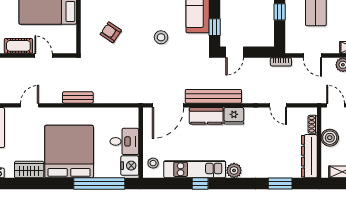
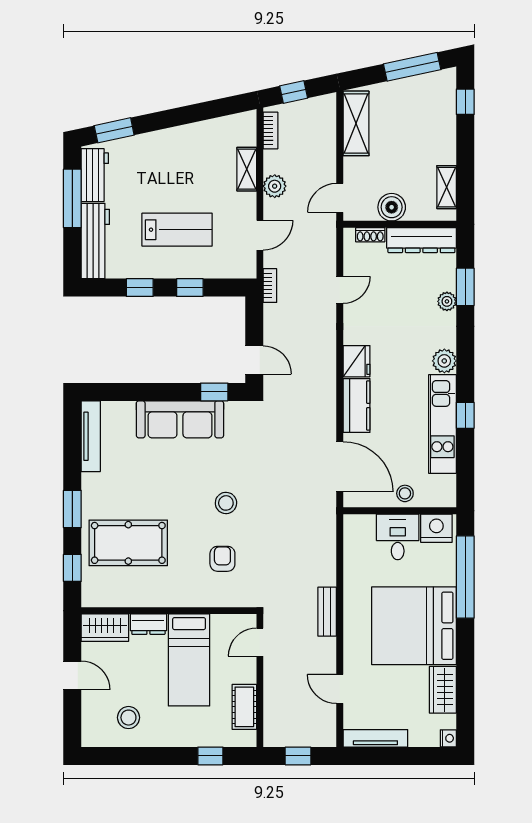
armchair: (111, 32) -> (222, 559), turned 146
stool: (161, 37) -> (226, 503), moved
door: (44, 56) -> (260, 642), moved
bench: (213, 96) -> (325, 394), removed
stool: (153, 163) -> (405, 493), moved
plant: (271, 172) -> (447, 301), added

